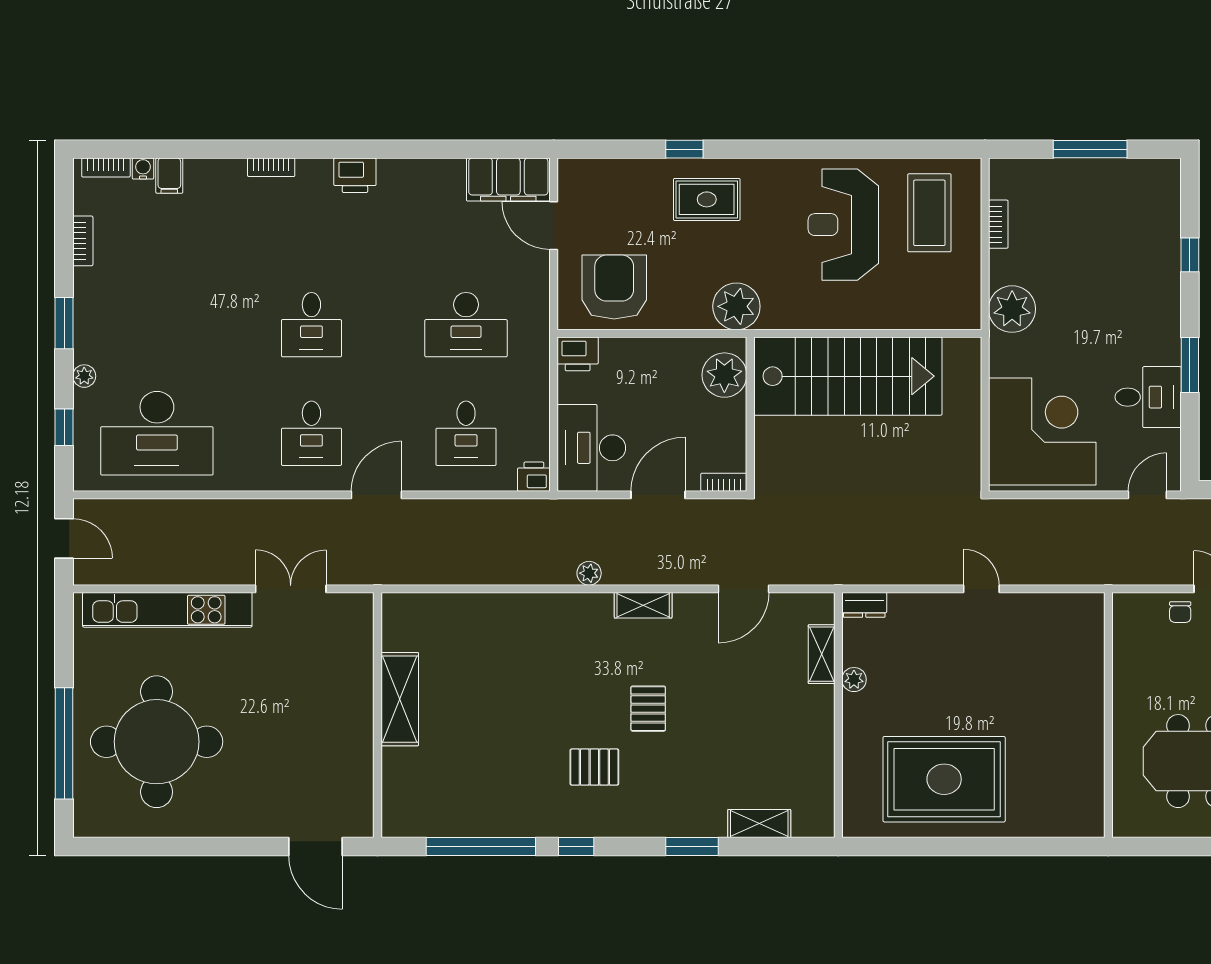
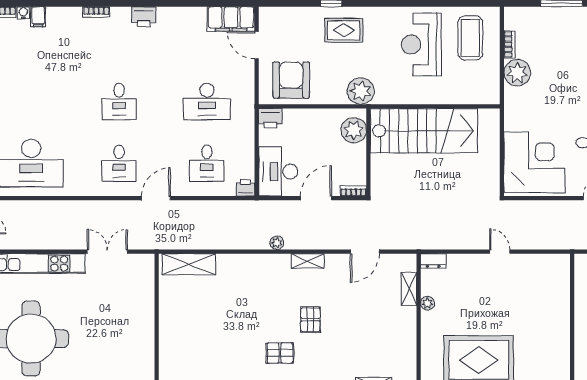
plant: (1012, 309) -> (517, 73), moved
shelving: (400, 699) -> (189, 264), moved, turned 90

